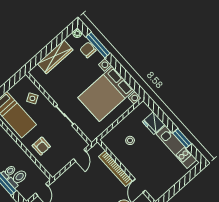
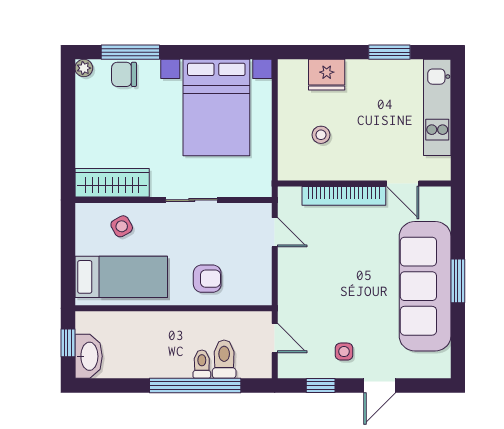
wardrobe: (55, 57) -> (112, 183), moved, turned -90
kitchen unit: (176, 147) -> (437, 107), moved, turned 90

